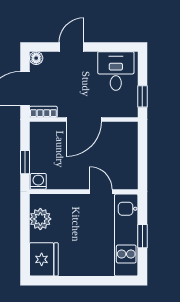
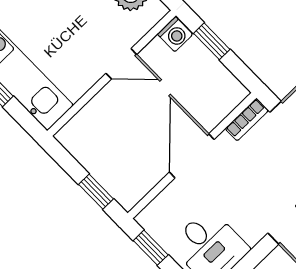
window: (142, 145) -> (96, 192), added
door: (101, 192) -> (121, 64), moved

